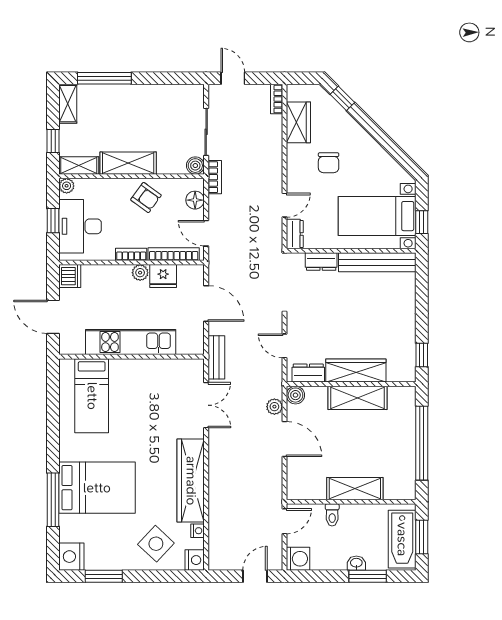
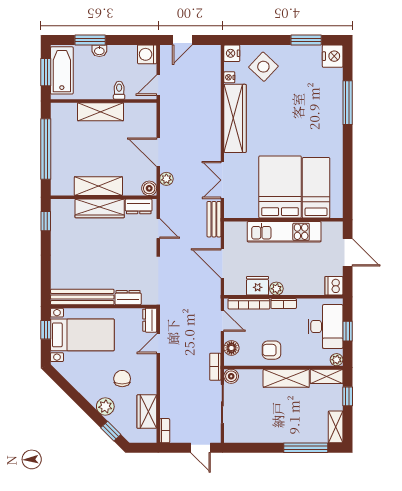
plant: (349, 129) -> (105, 407), added
armchair: (146, 197) -> (272, 350), turned -36
bed: (97, 488) -> (280, 187), moved, turned 90

